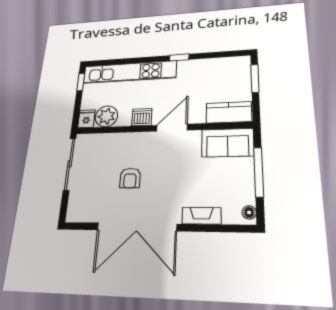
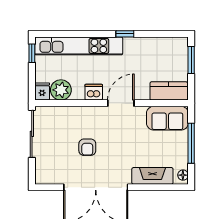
fireplace: (201, 216) -> (152, 176), width x1.37, depth x1.32

